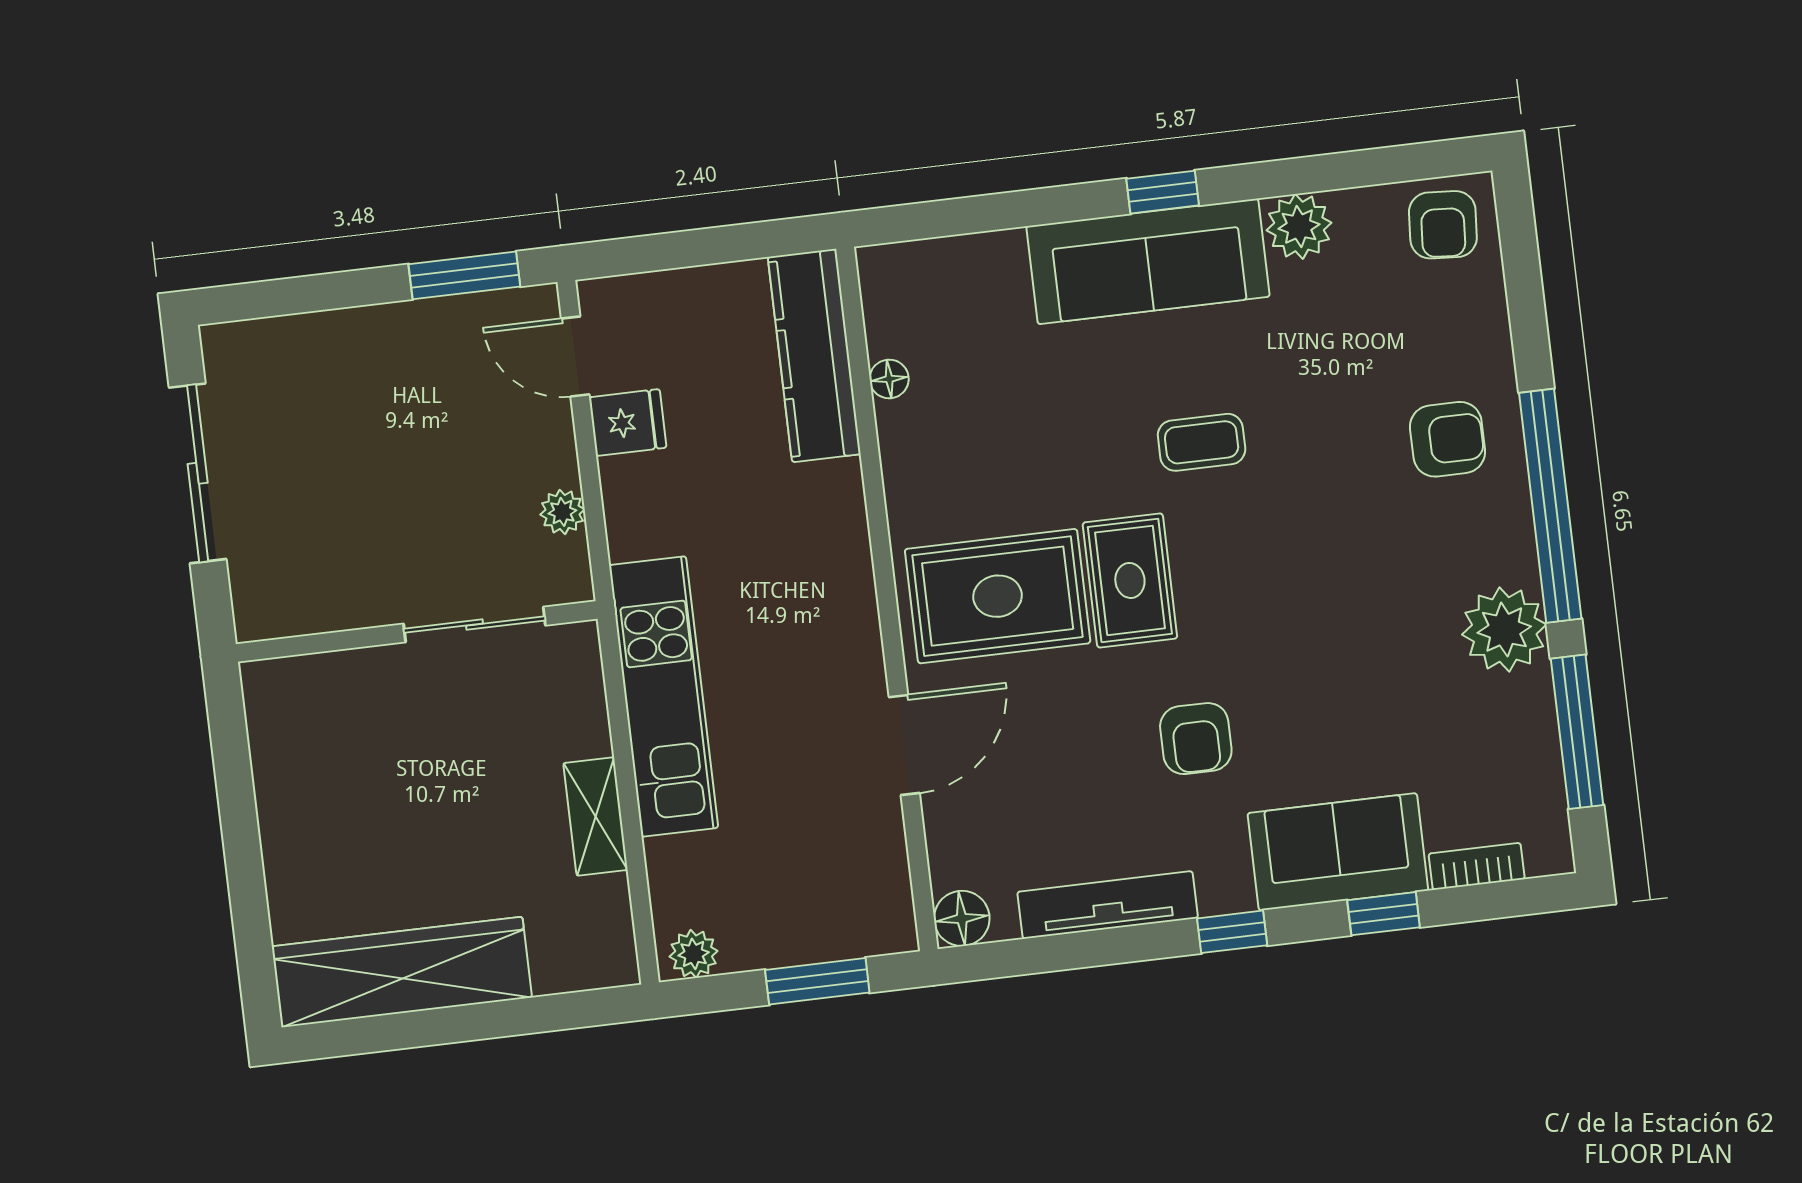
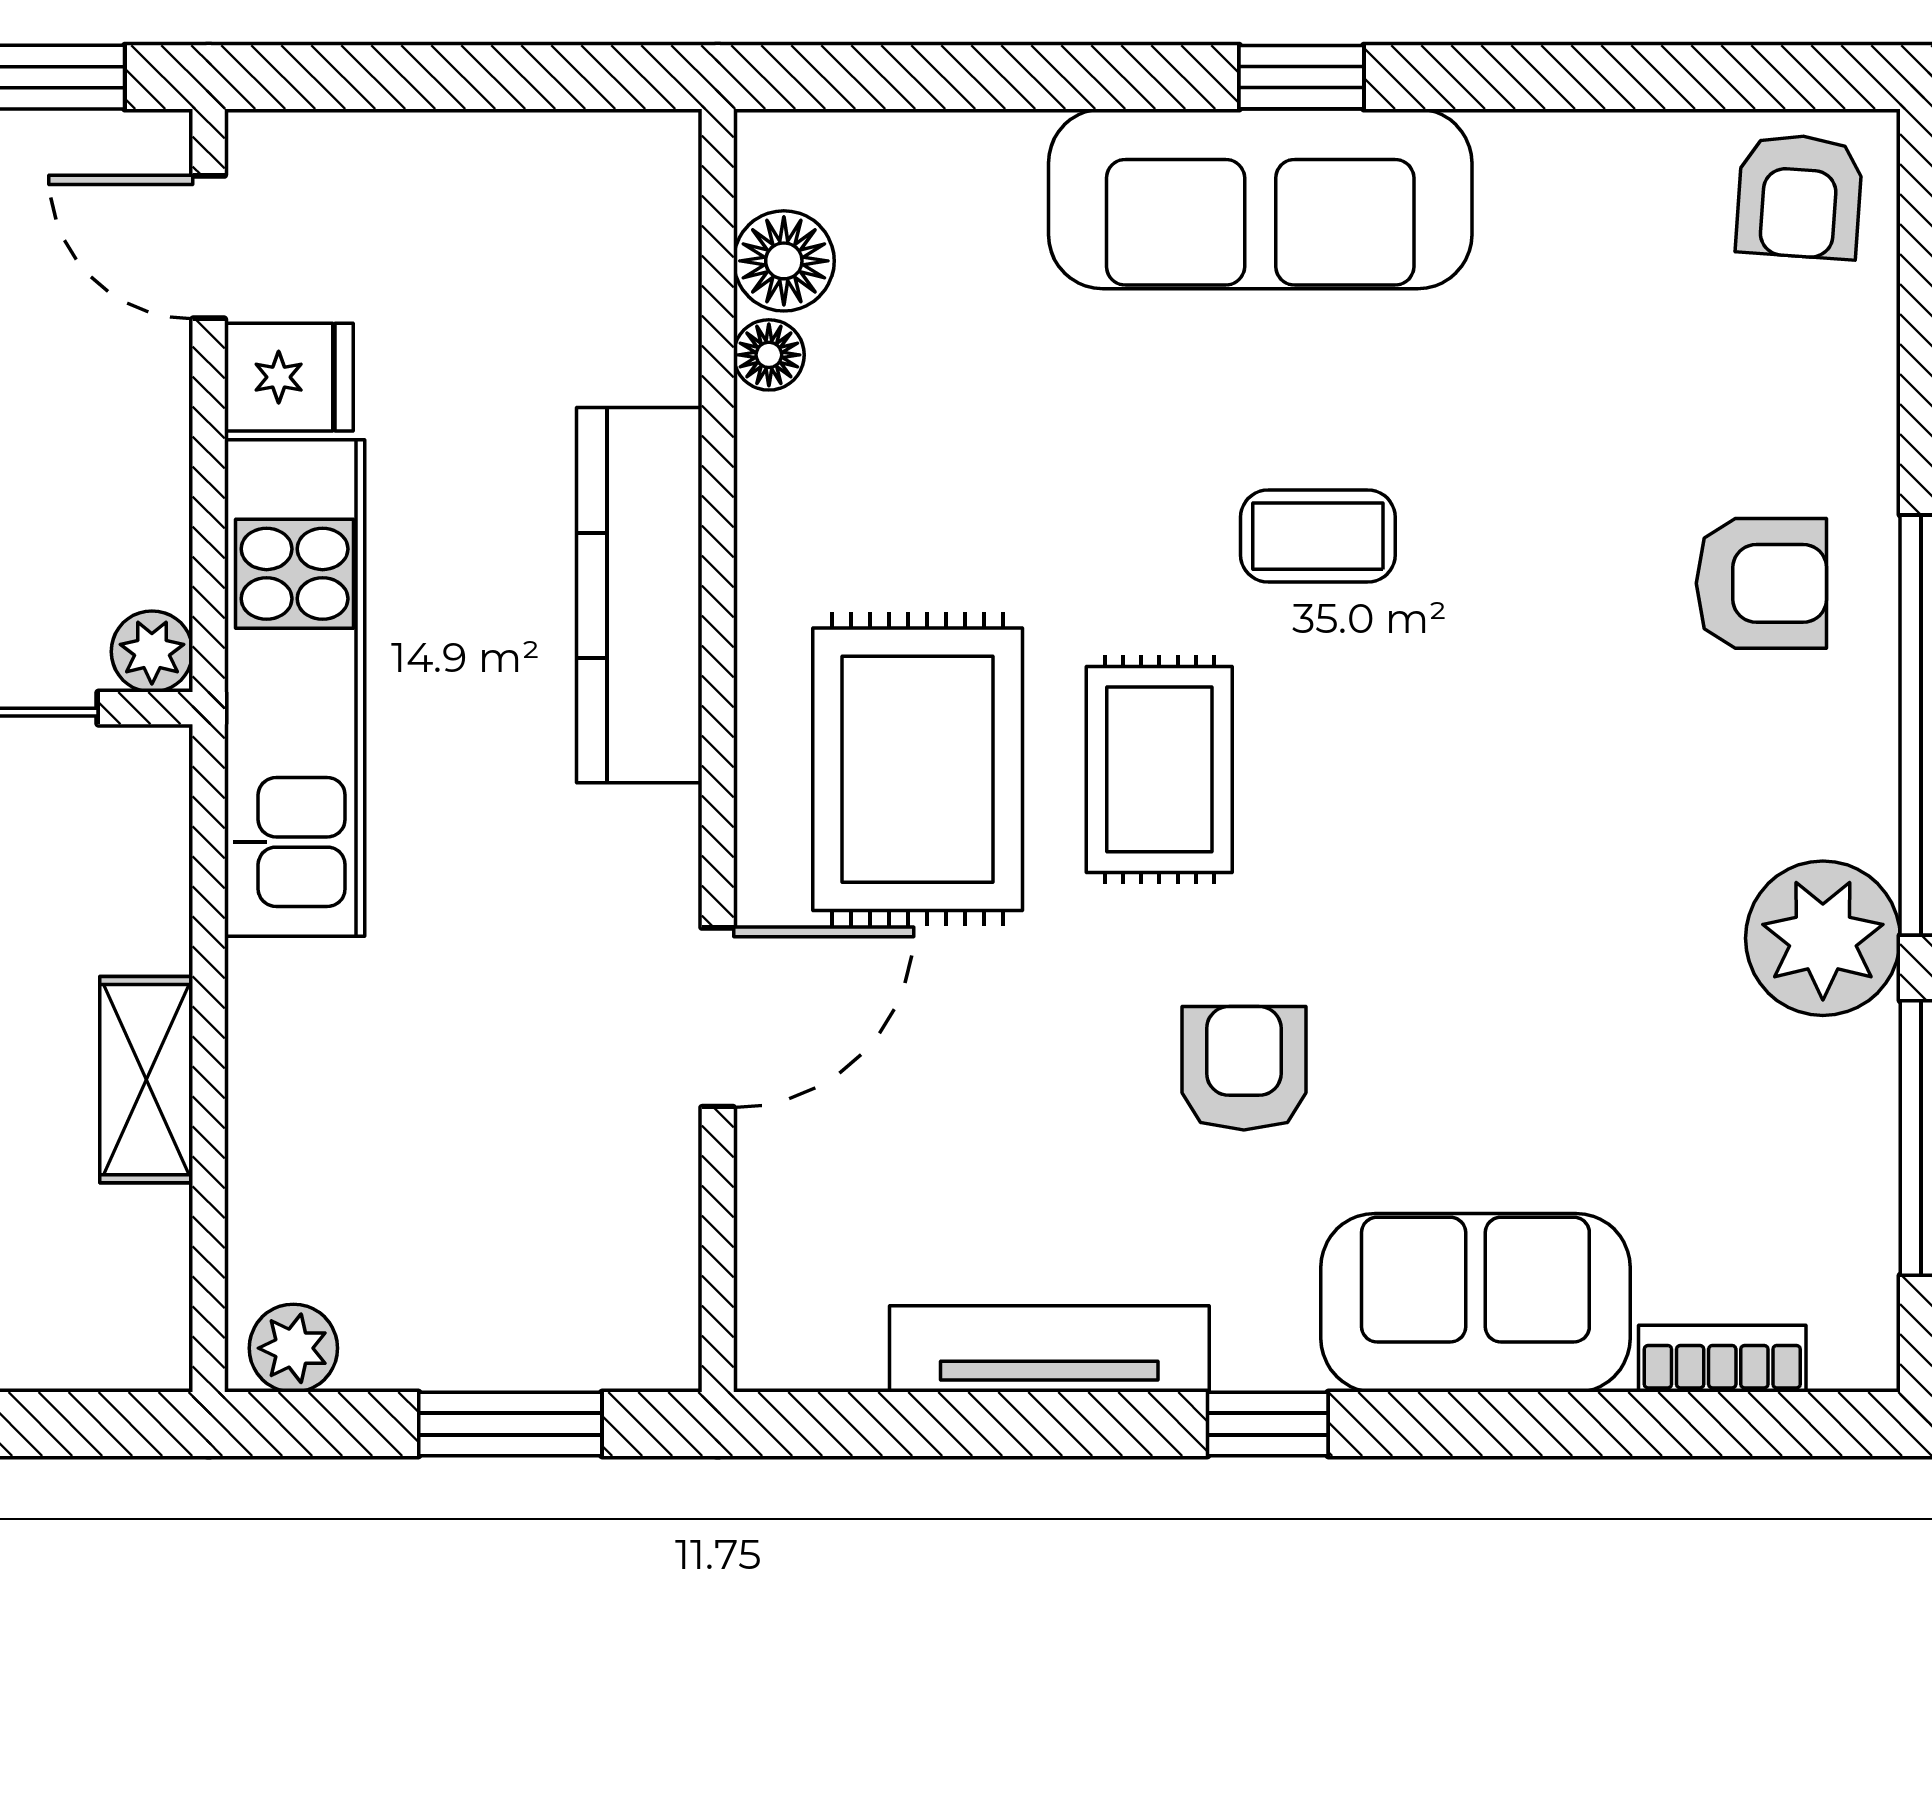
plant: (1299, 226) -> (1540, 168), removed
kitchen counter: (814, 356) -> (639, 595), moved
plant: (562, 512) -> (152, 652), moved
rug: (998, 596) -> (918, 769), turned 90
kitchen unit: (664, 697) -> (295, 688), moved
armchair: (1196, 739) -> (1244, 1068), turned 180
window: (1384, 914) -> (1544, 1424), removed
floor lamp: (962, 918) -> (784, 261), moved

